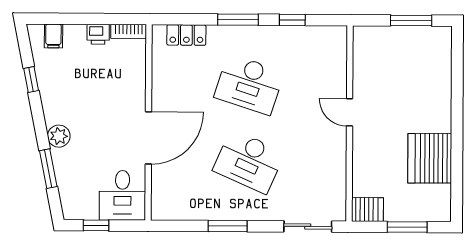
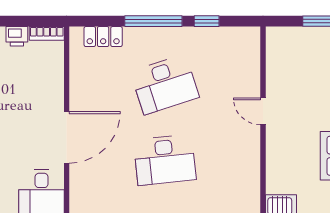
window: (238, 20) -> (153, 21), width x1.44
desk: (249, 84) -> (165, 84), turned -36
desk: (249, 161) -> (165, 160), turned -30

